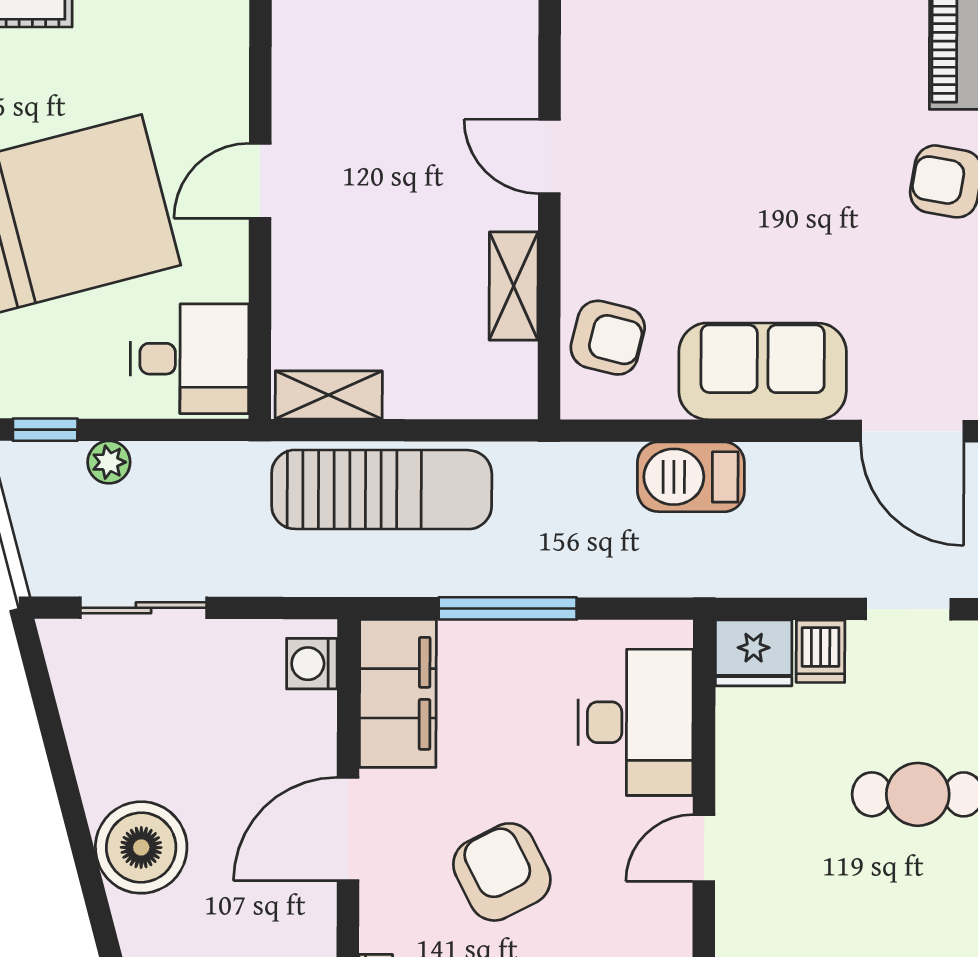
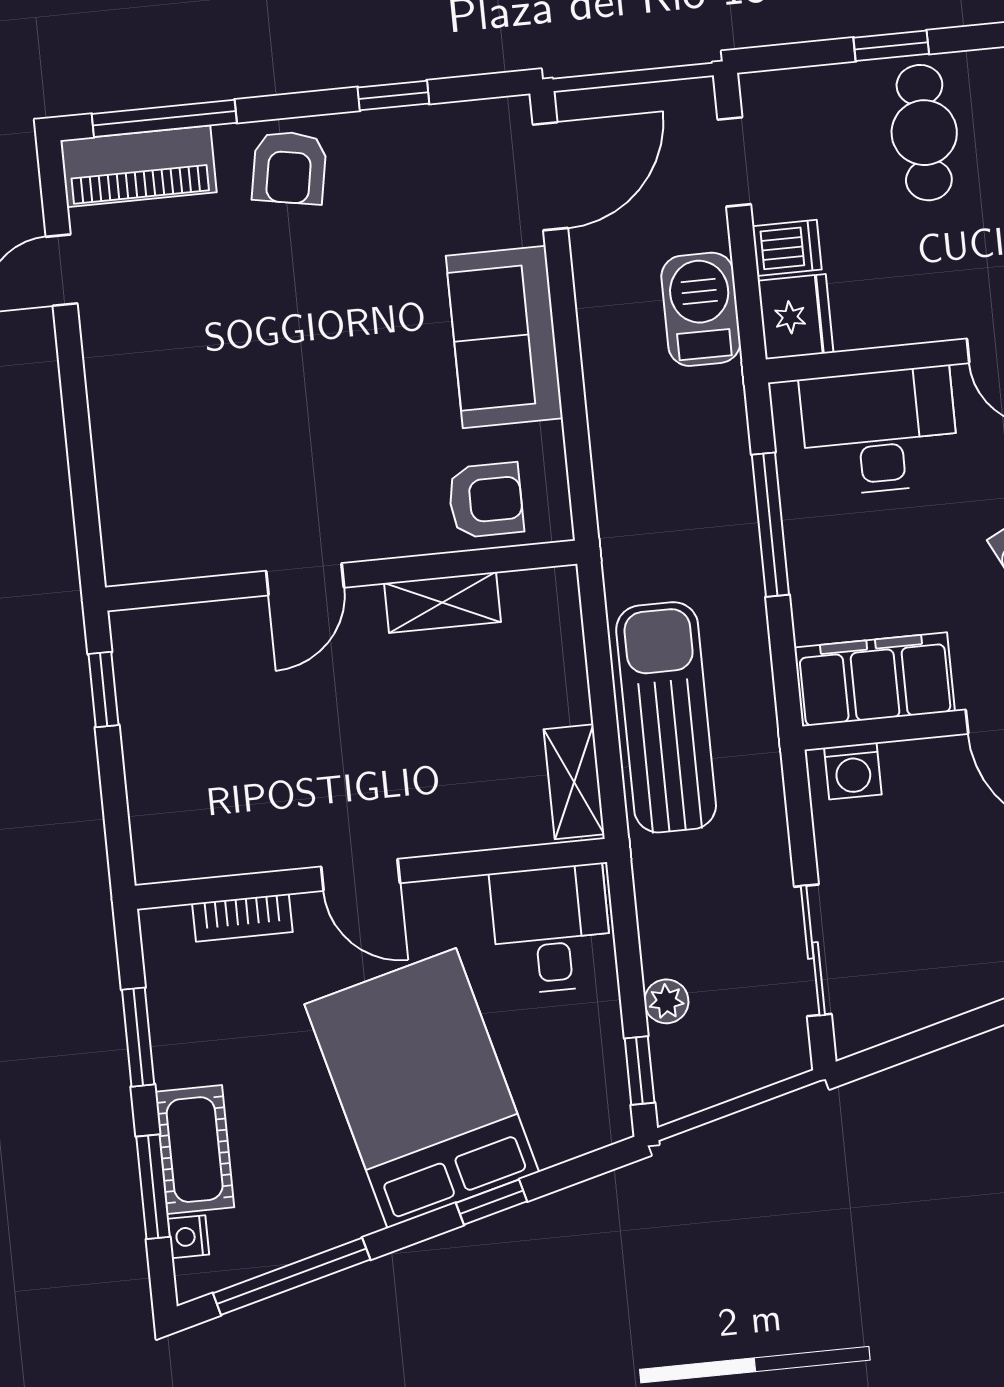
bookcase: (231, 63) -> (242, 918), added
armchair: (608, 338) -> (486, 500), turned 76
barbecue: (691, 477) -> (701, 309), moved, turned 180
window: (508, 608) -> (770, 525), moved

